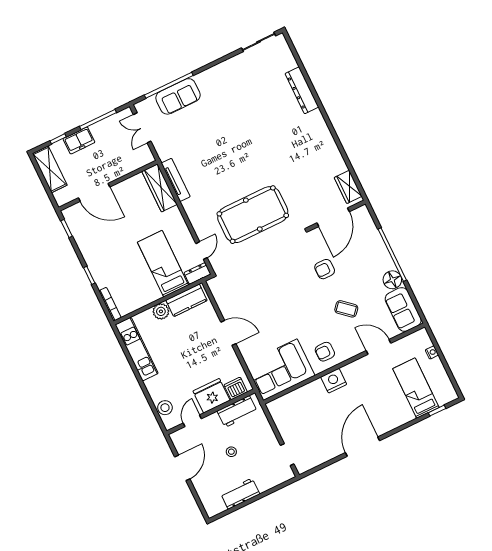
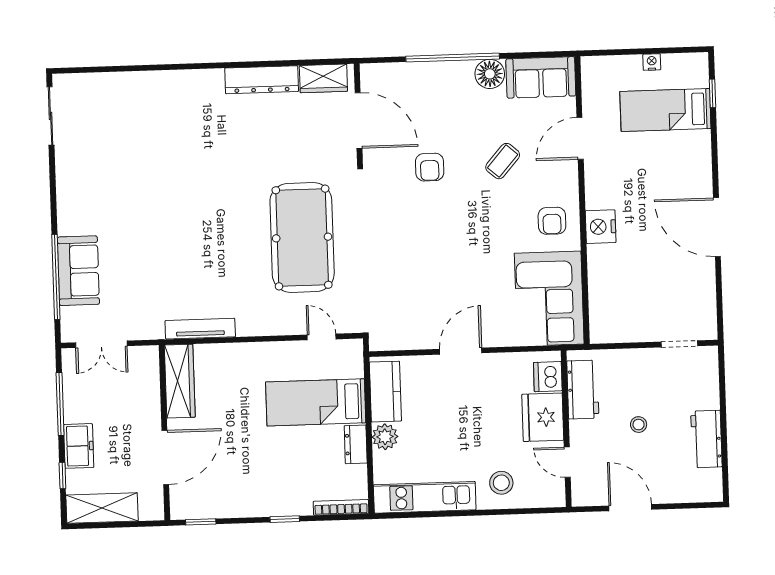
dresser: (302, 90) -> (262, 80), moved
wardrobe: (160, 188) -> (180, 381), moved, turned -90
dresser: (197, 273) -> (356, 444), moved
nightstand: (432, 352) -> (652, 62), moved
stool: (165, 408) -> (501, 483), moved

